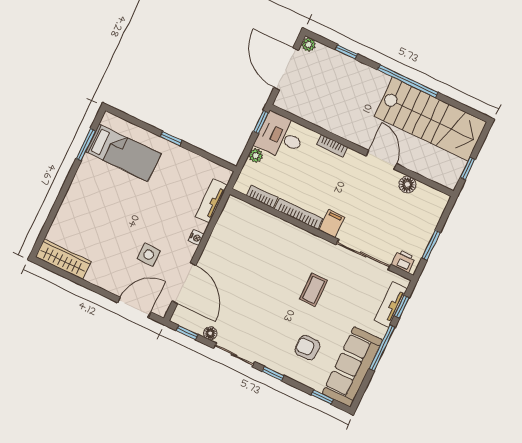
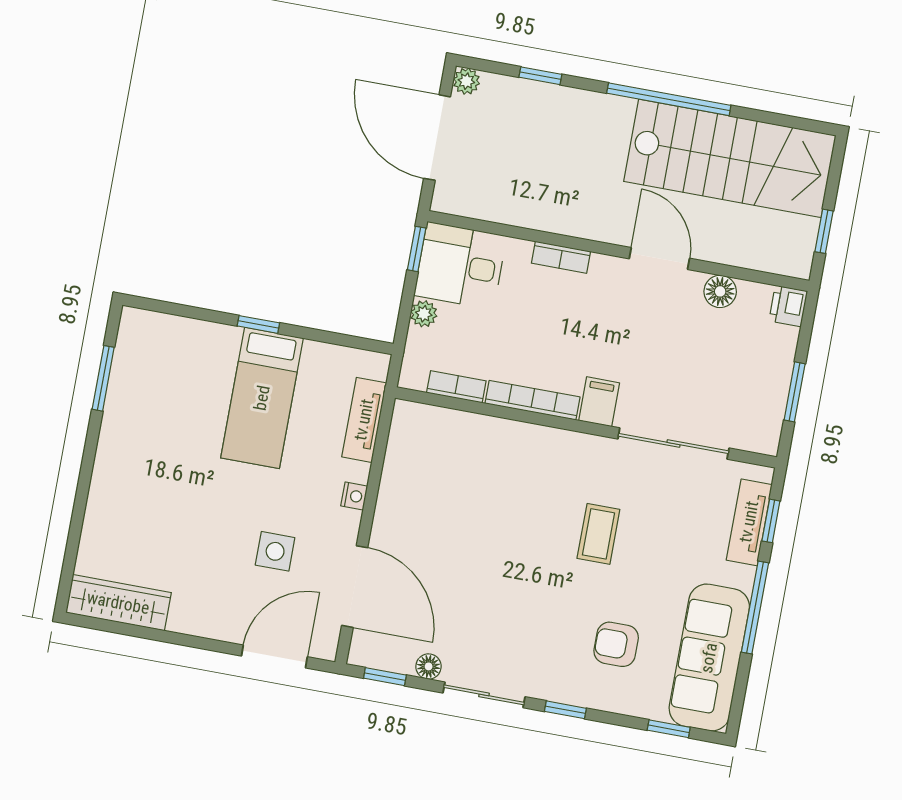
bed: (123, 153) -> (262, 398), moved, turned 90
printer: (403, 261) -> (788, 306), moved, turned -90

